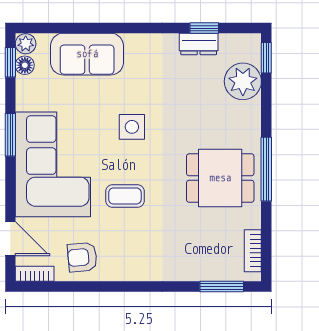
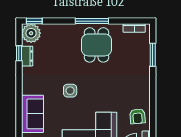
plant: (243, 81) -> (31, 33), moved
coffee table: (125, 196) -> (106, 94), removed
window: (222, 287) -> (153, 55), moved

